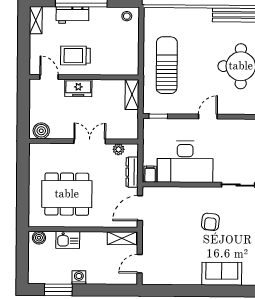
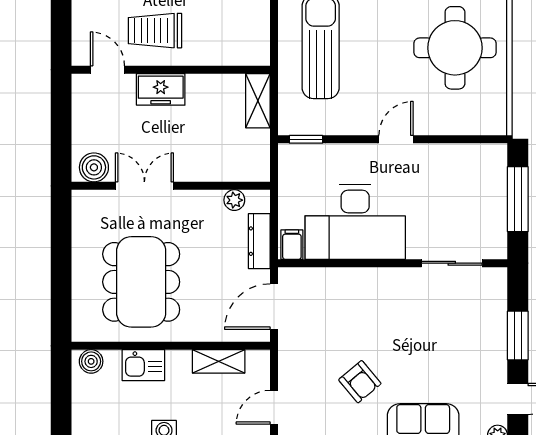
double door: (90, 141) -> (144, 186), moved
dining table: (67, 194) -> (141, 282), turned 90
armchair: (210, 222) -> (360, 382), moved, turned -46
shelving: (122, 238) -> (219, 361), moved

